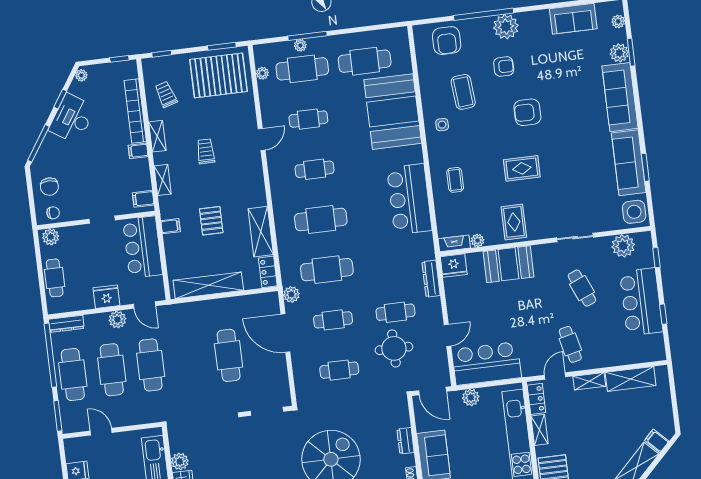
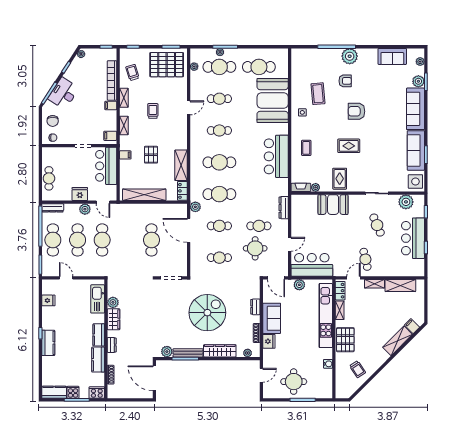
armchair: (447, 41) -> (312, 60), removed
desk: (72, 119) -> (63, 93), moved
plant: (51, 237) -> (50, 152), removed
fridge: (454, 266) -> (299, 201), removed

